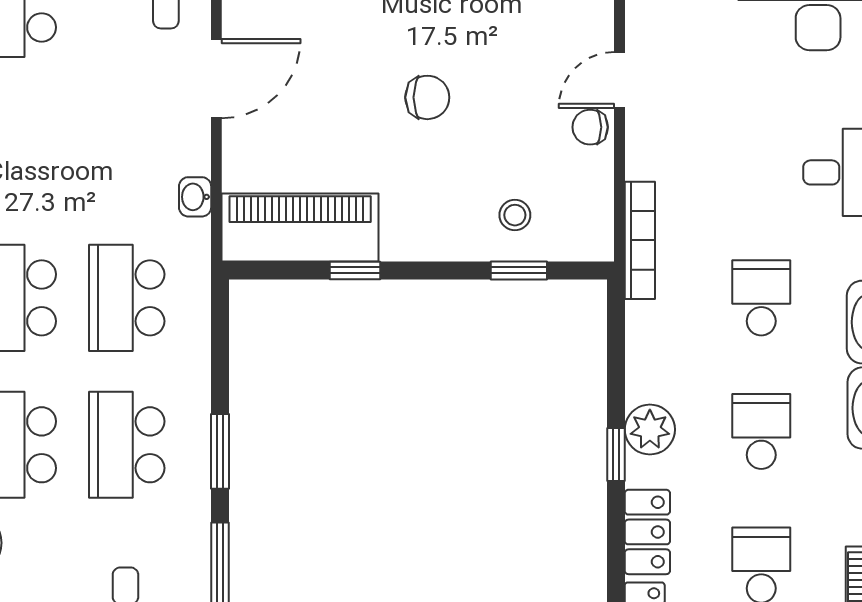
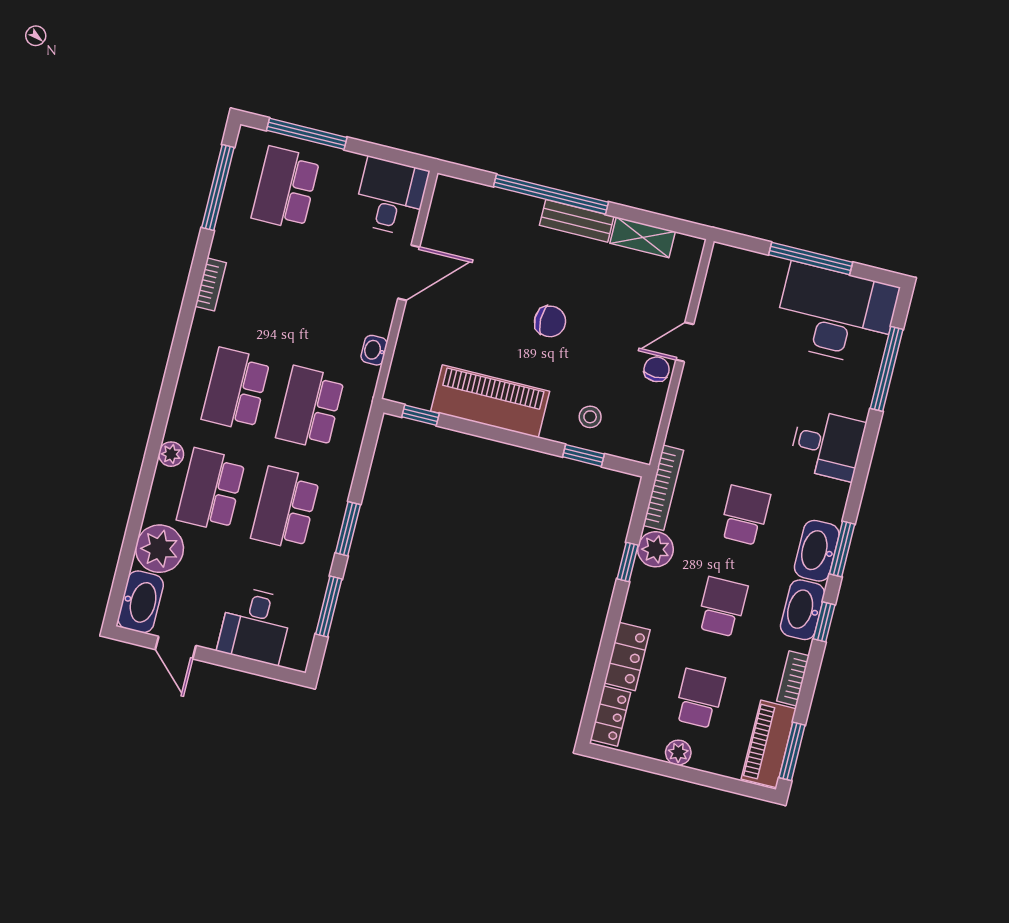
chair: (590, 127) -> (657, 369), turned 90
piano: (300, 228) -> (490, 401), moved
bookcase: (640, 240) -> (663, 488), moved
window: (355, 270) -> (421, 415), moved
plant: (650, 430) -> (655, 549), moved
window: (616, 454) -> (628, 562), moved

